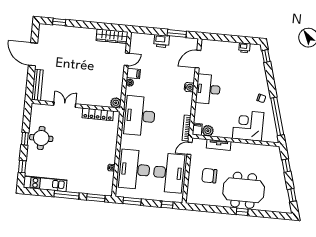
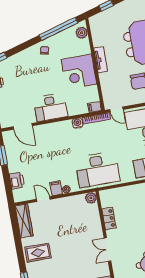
rug: (80, 41) -> (38, 253), added
printer: (162, 41) -> (17, 180), moved
water cooler: (189, 87) -> (77, 123), moved
locker: (98, 114) -> (109, 218), width x0.66
corner desk: (248, 126) -> (79, 72), moved
plant: (208, 131) -> (82, 33), moved
tv unit: (219, 145) -> (101, 60), moved

